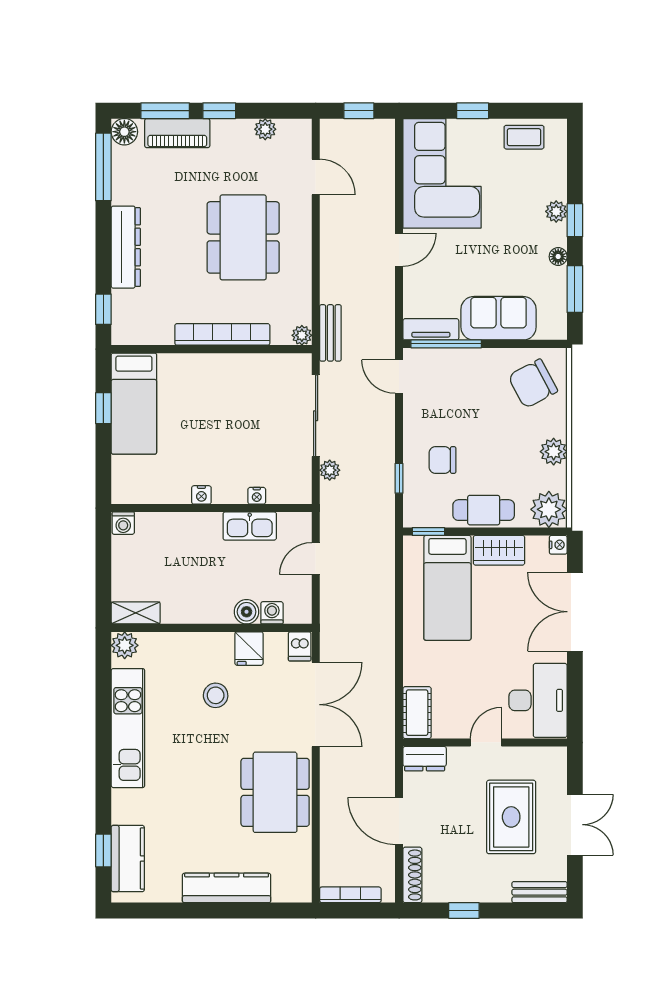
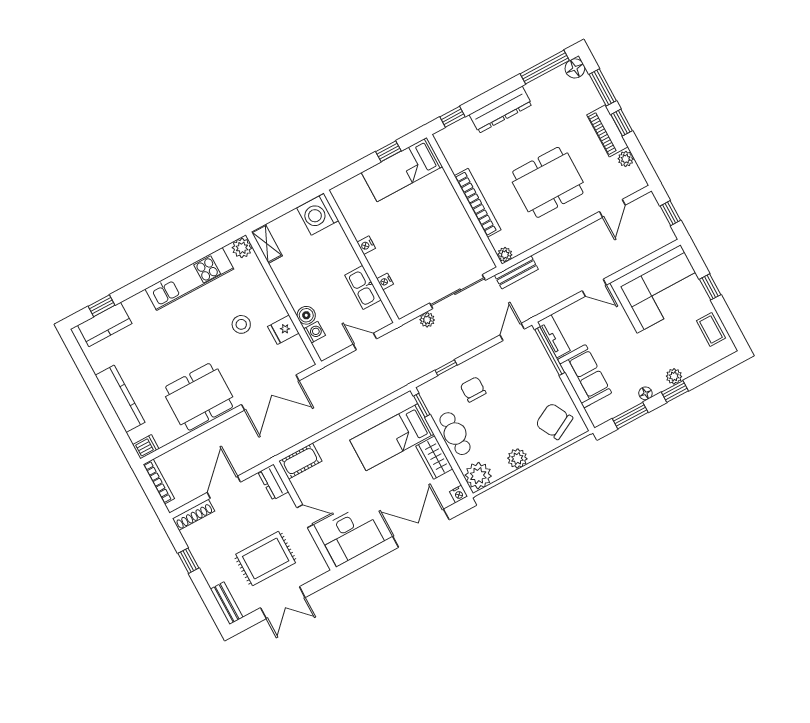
piano: (177, 133) -> (607, 131), moved
washing machine: (123, 523) -> (318, 214), width x1.89, depth x1.89
dishwasher: (300, 646) -> (146, 447), moved, turned 180

